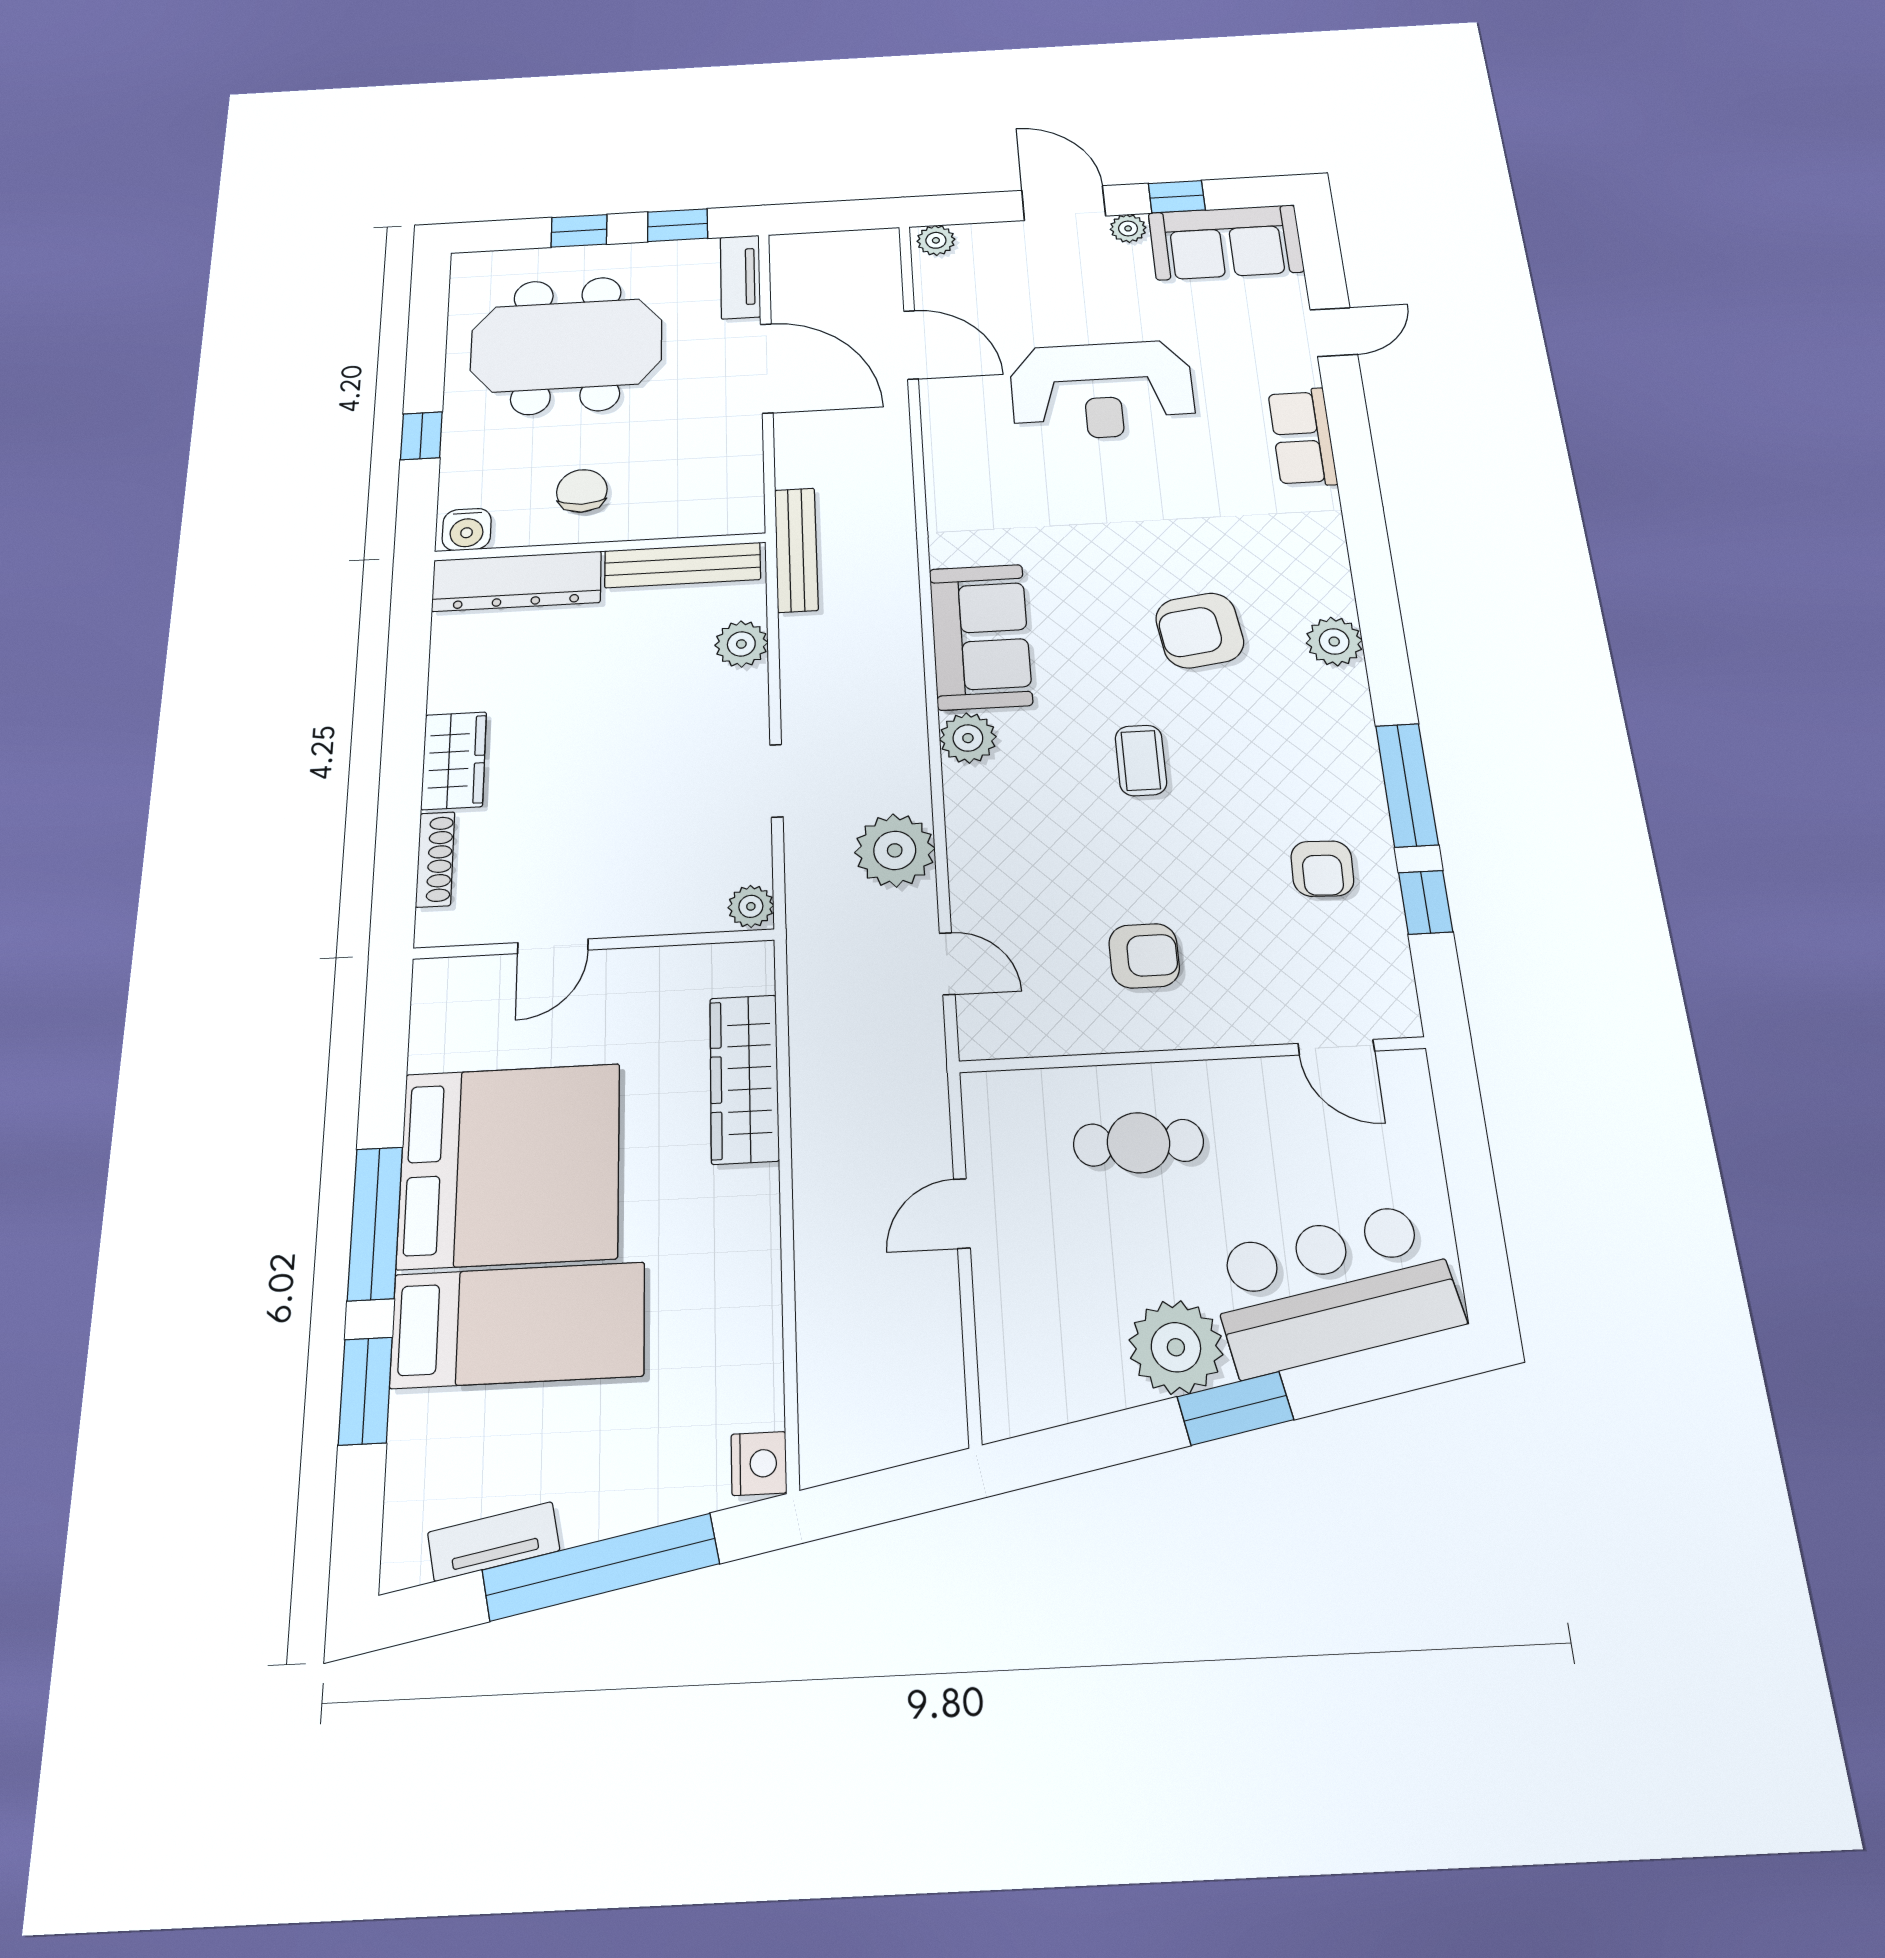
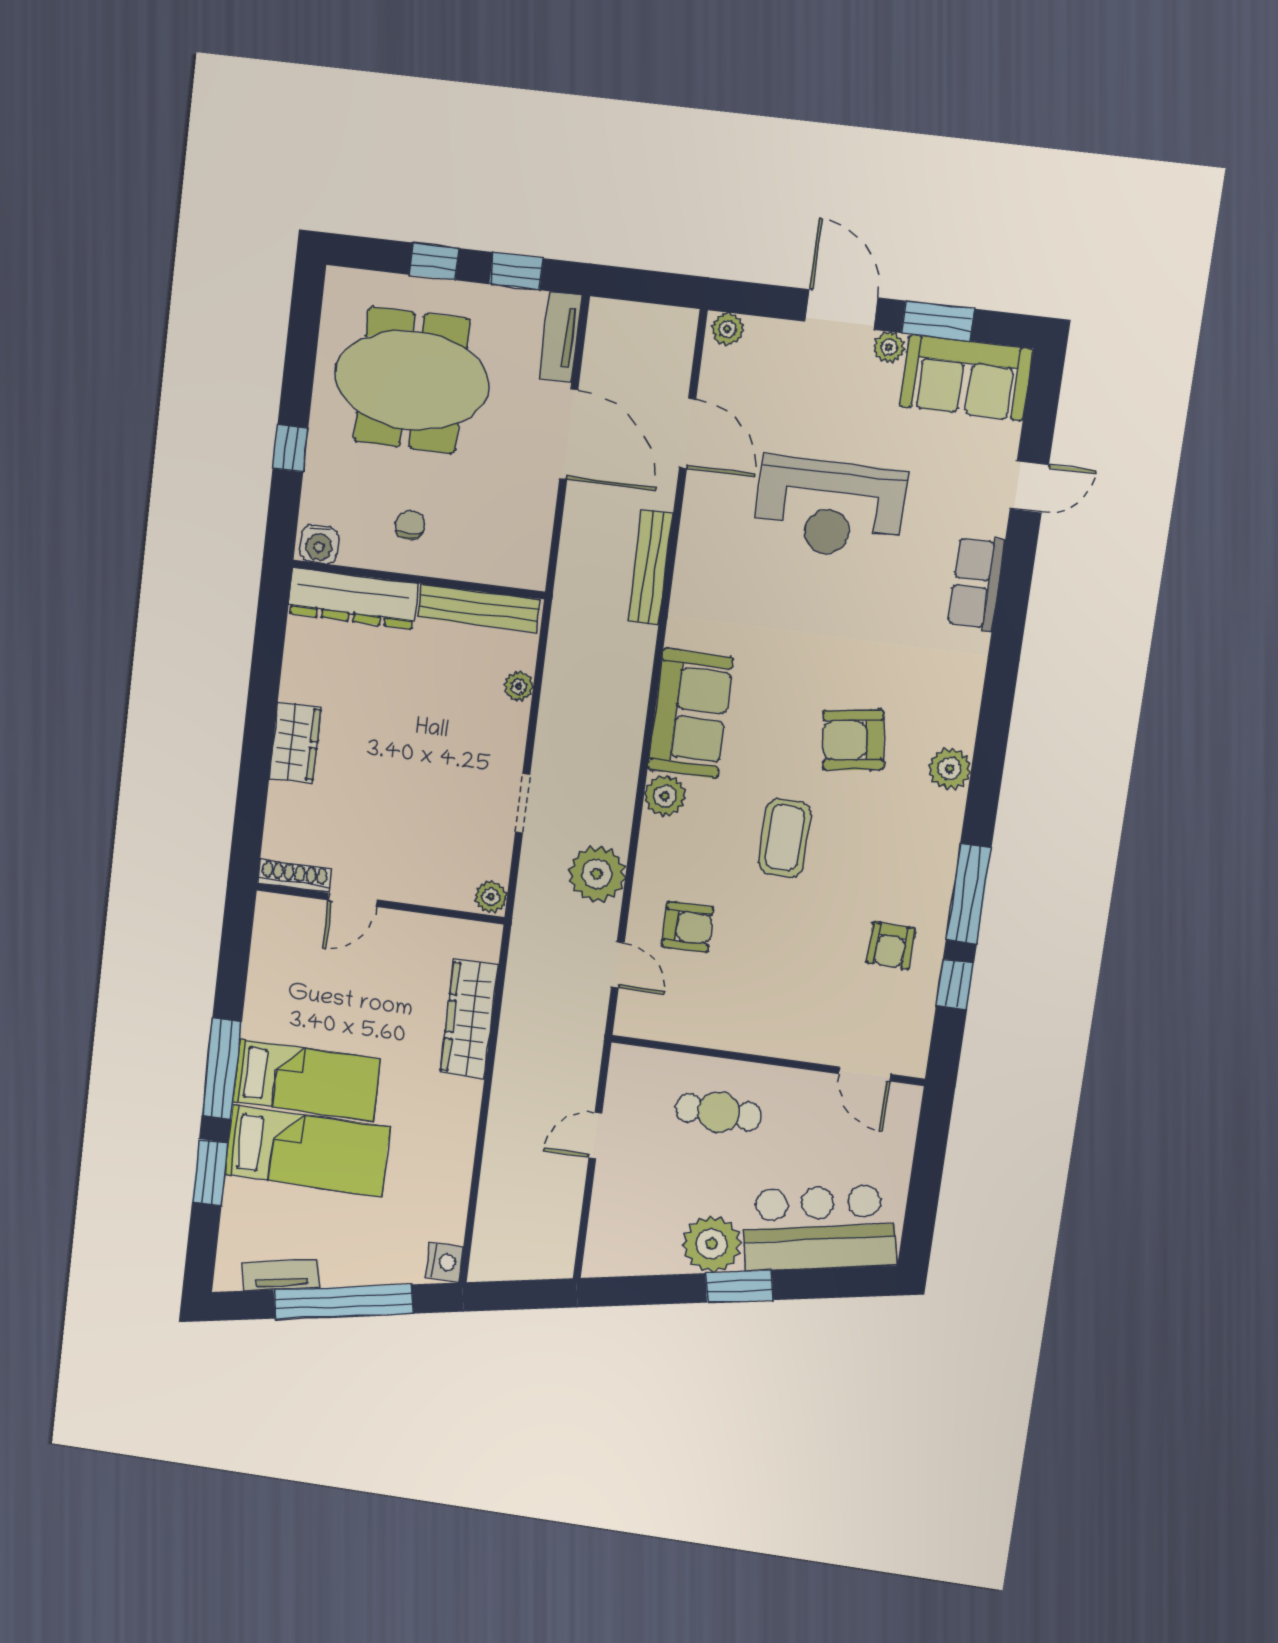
window: (1177, 197) -> (938, 321), width x1.50
chair: (582, 491) -> (410, 525), width x0.73, depth x0.73
bench: (796, 550) -> (650, 567), moved
plant: (741, 644) -> (519, 686), width x0.73, depth x0.73
coffee table: (1141, 760) -> (785, 838), width x1.36, depth x1.30
shoe rack: (435, 859) -> (294, 876), moved, turned -90
armchair: (1144, 956) -> (688, 927), moved
bed: (510, 1165) -> (306, 1080), width x0.49

